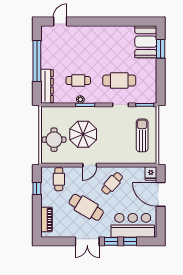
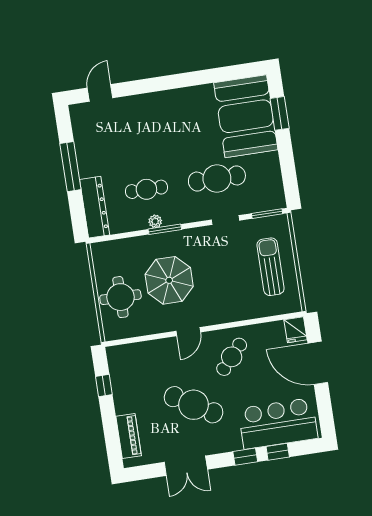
booth: (146, 42) -> (246, 116), width x1.36, depth x1.42
window: (37, 61) -> (70, 167), width x0.68
cafe table: (59, 179) -> (139, 364), removed
double door: (87, 241) -> (186, 466), moved

